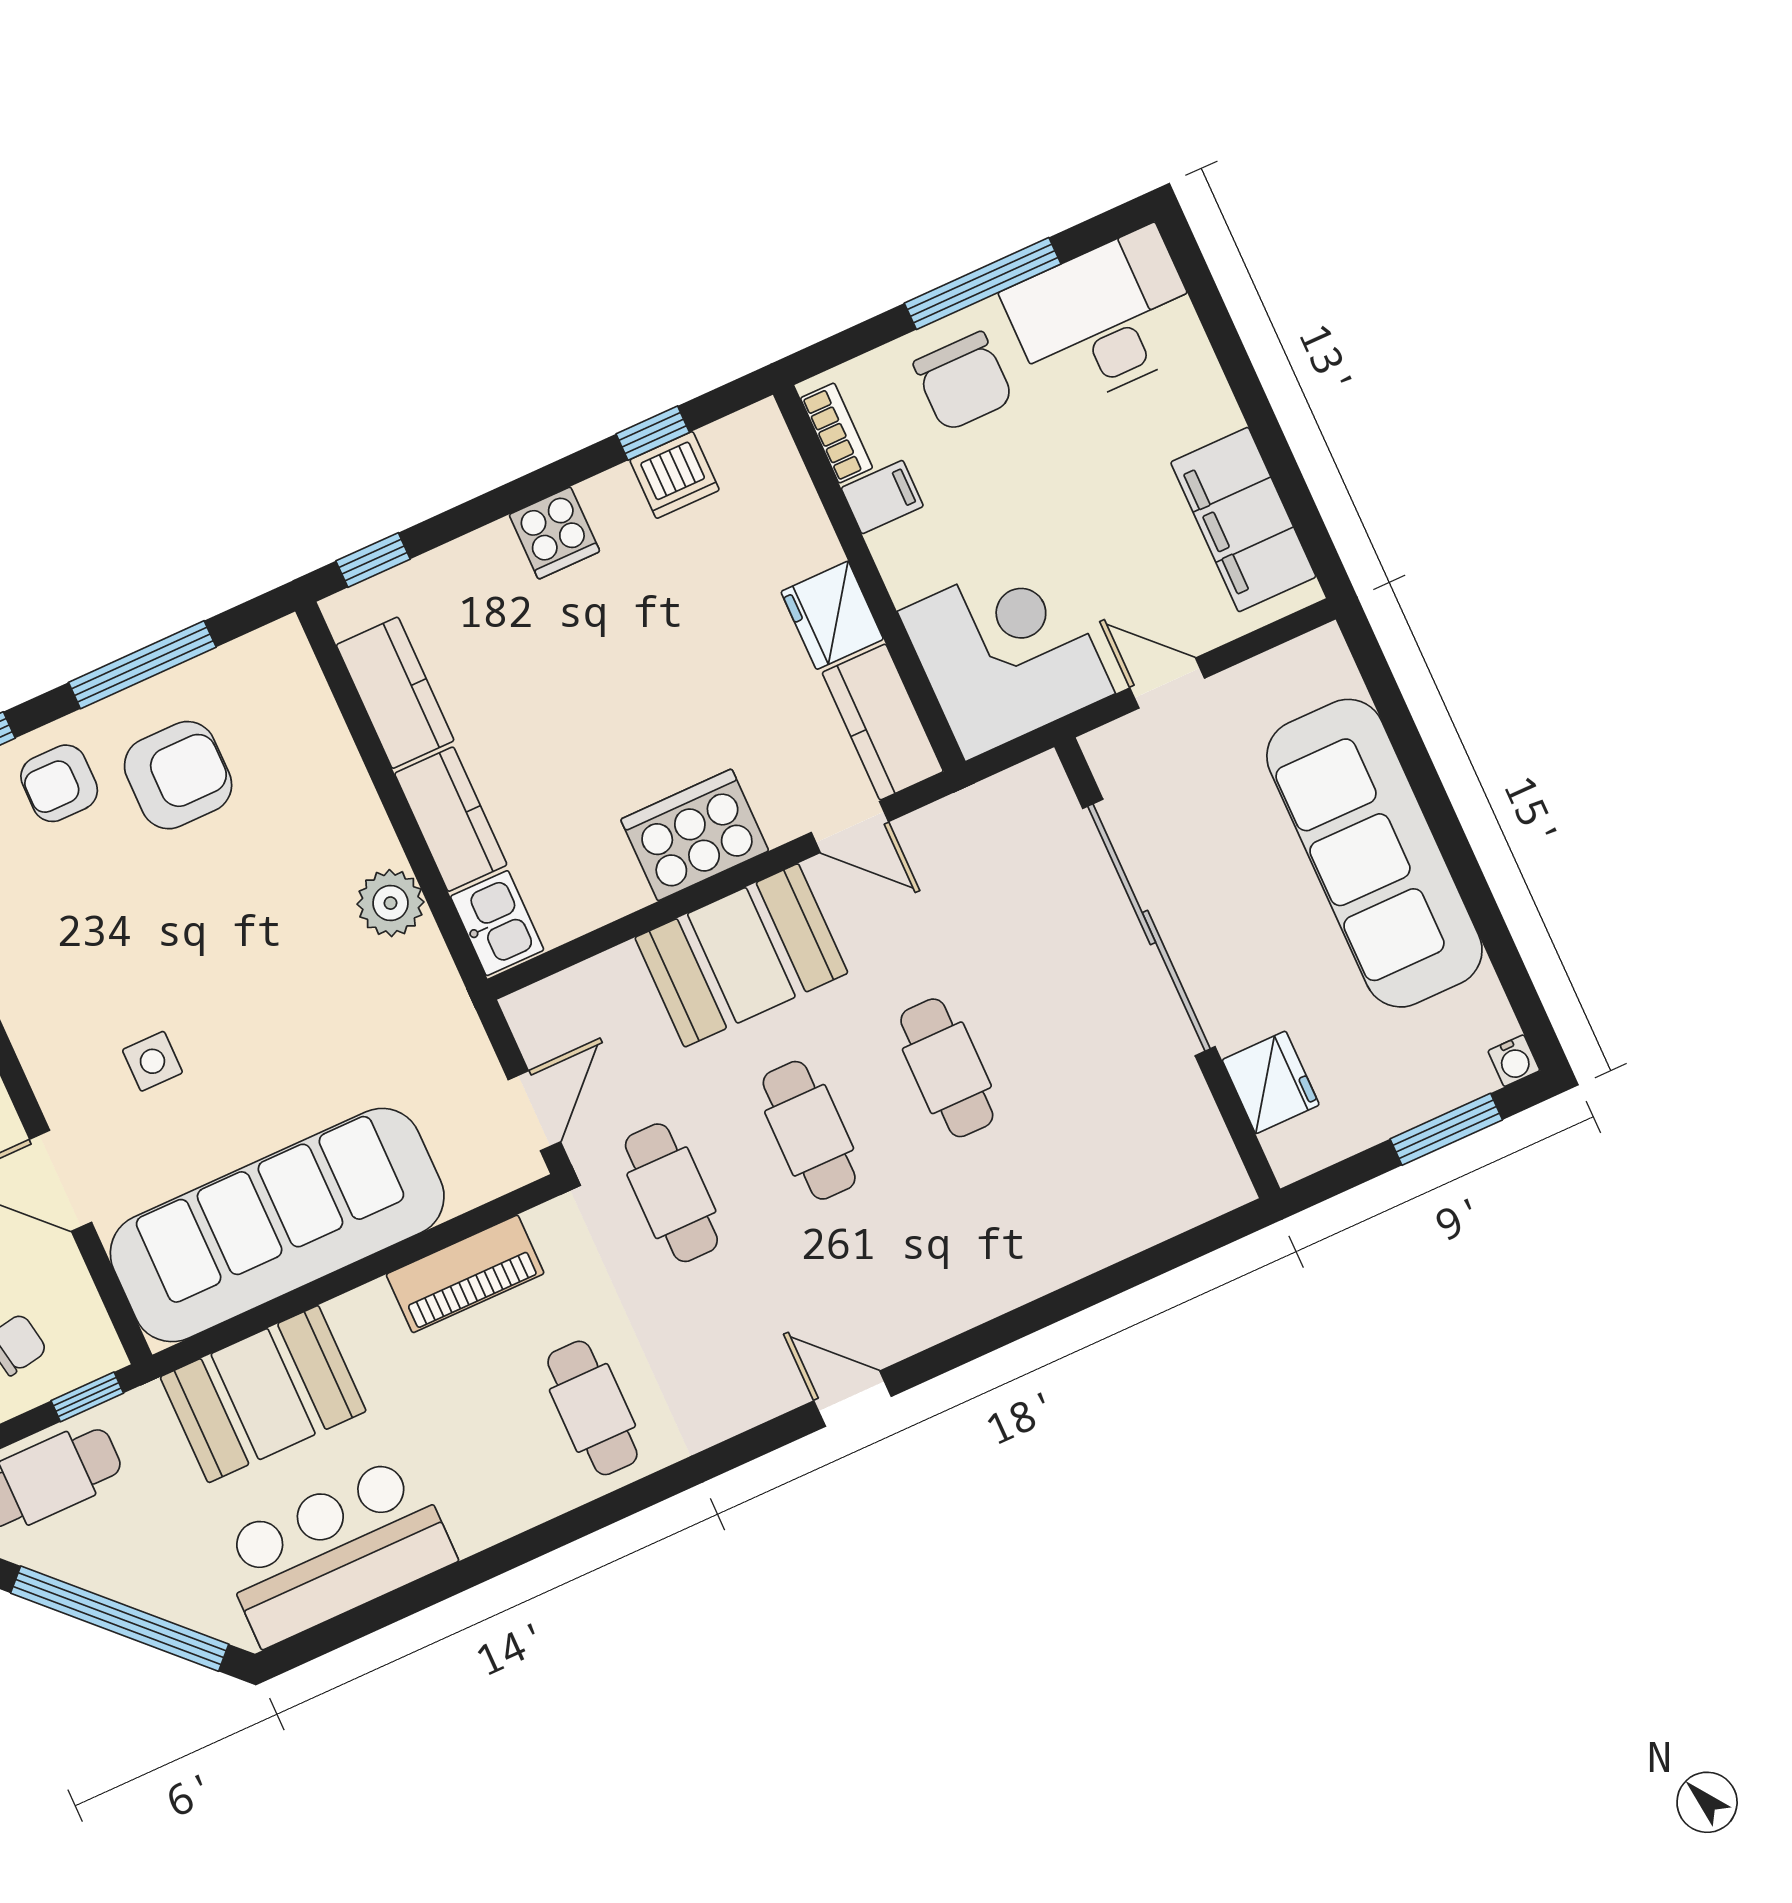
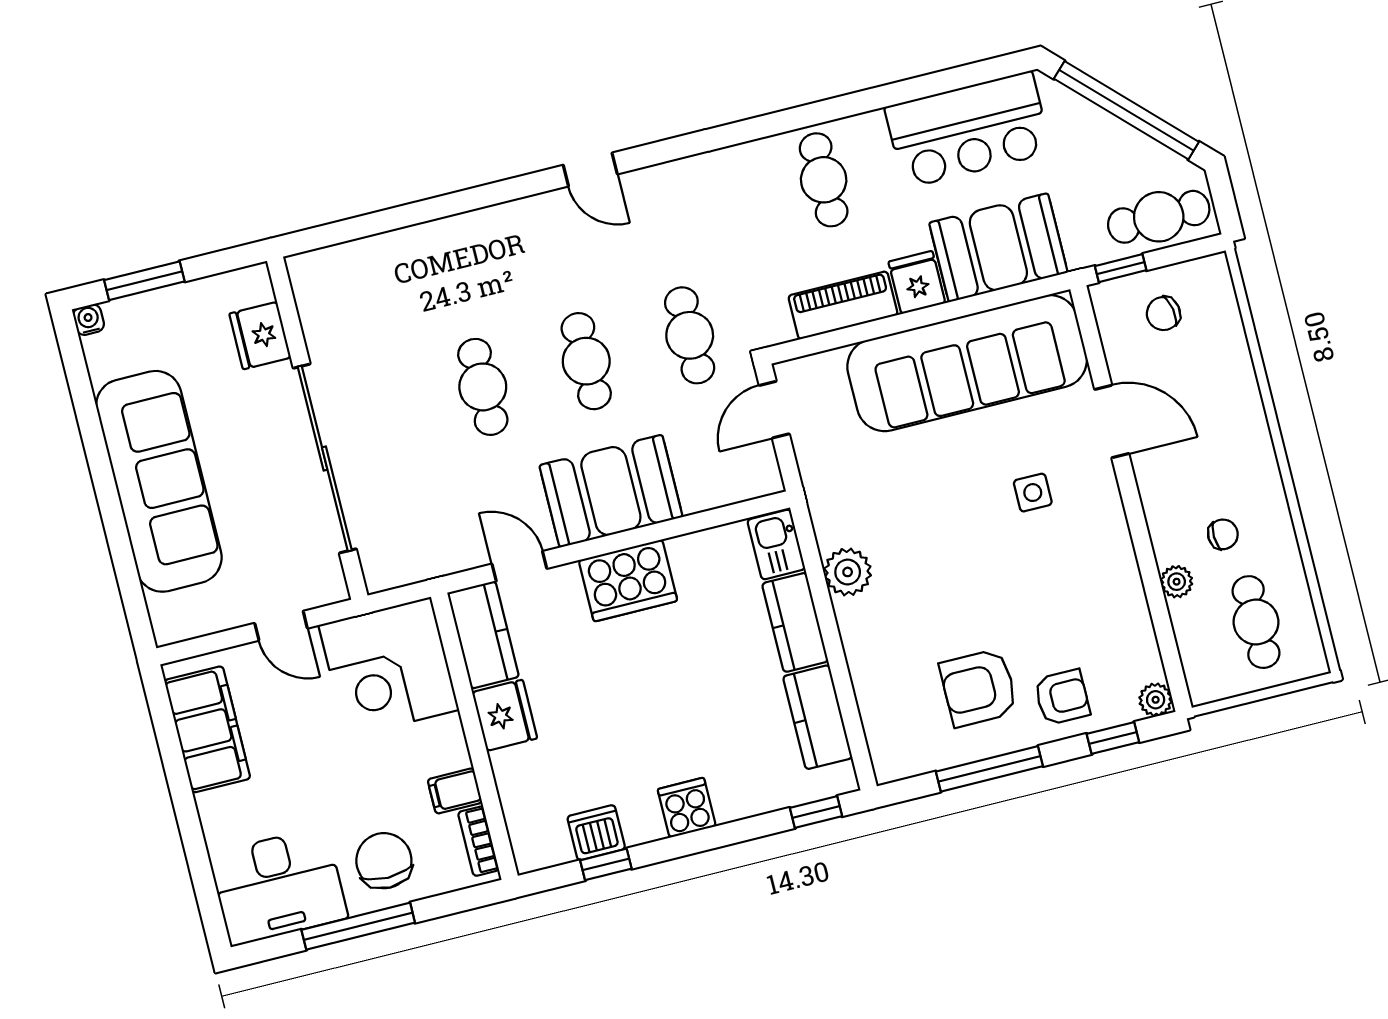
fridge: (368, 1325) -> (917, 282), added
cafe table: (592, 1408) -> (824, 180), moved

